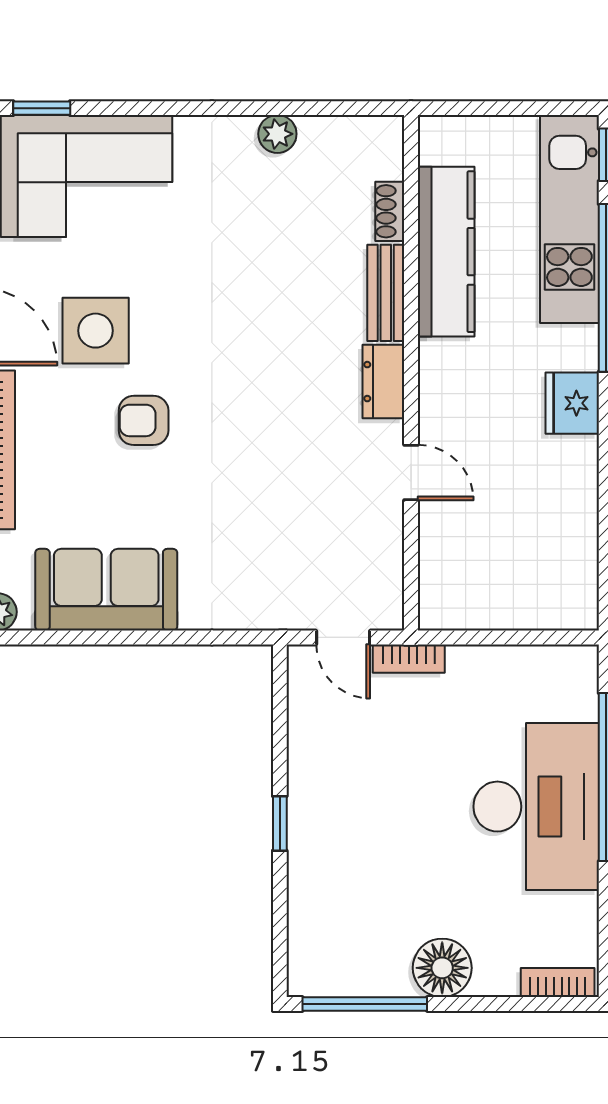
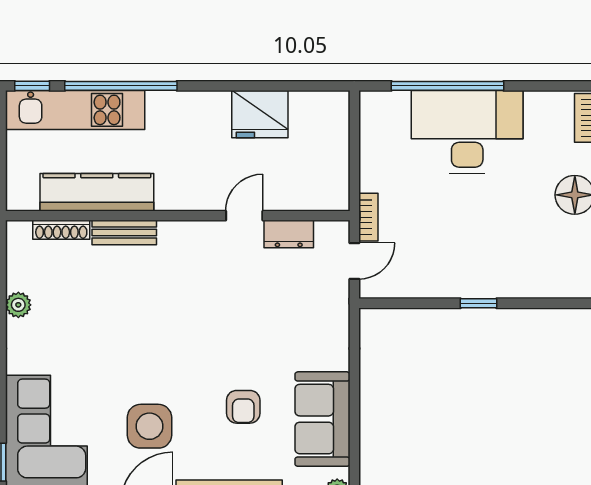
shoe rack: (390, 211) -> (61, 230), width x1.43
dresser: (383, 382) -> (289, 234), moved
fridge: (572, 403) -> (260, 114), moved, width x1.36, depth x1.34
armchair: (144, 420) -> (243, 407), moved

